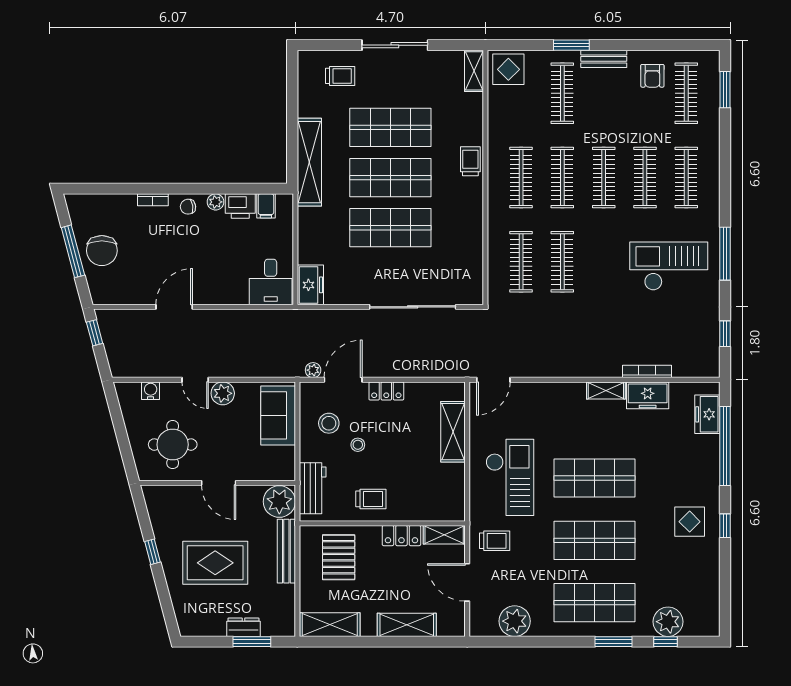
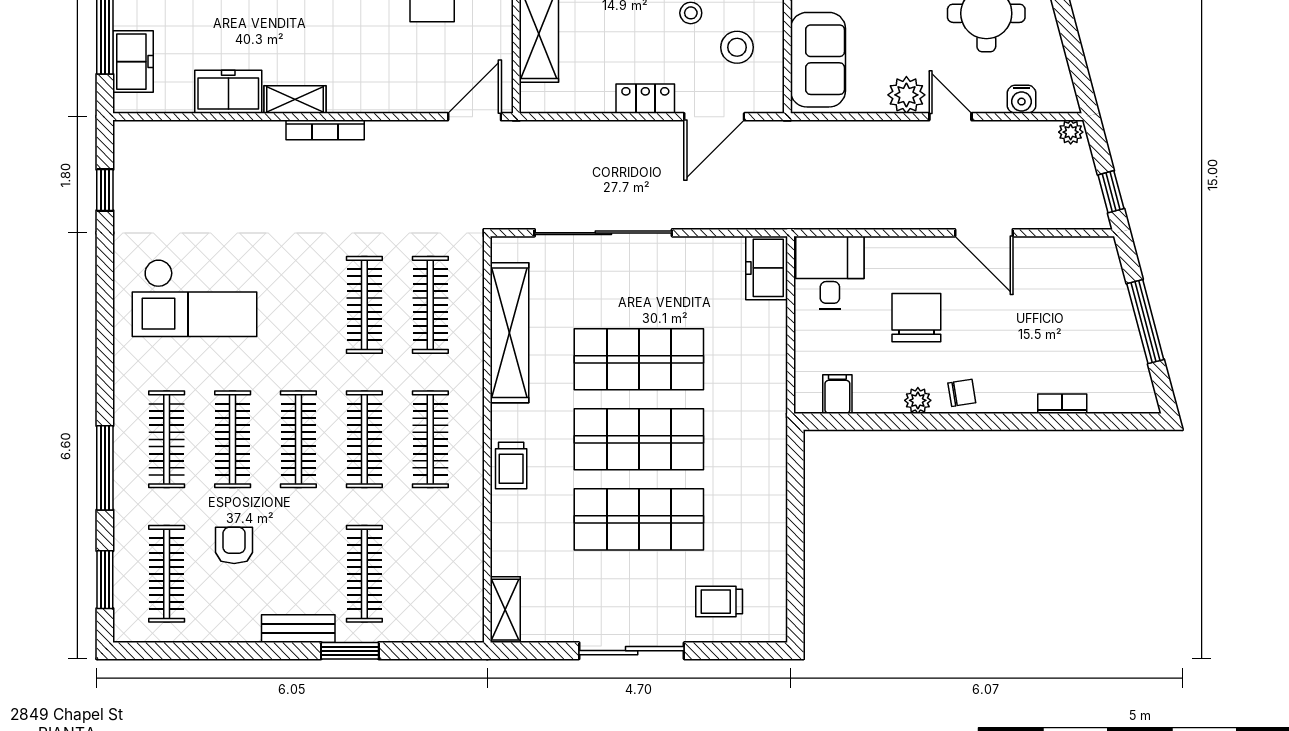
display table: (508, 69) -> (450, 612), removed
armchair: (652, 76) -> (234, 545), moved
shelving: (309, 162) -> (510, 333), moved
bookcase: (153, 200) -> (1062, 404), moved
printer: (240, 206) -> (878, 394), removed
chair: (102, 251) -> (916, 318), moved
window: (725, 254) -> (105, 468), moved
door: (174, 307) -> (984, 233), hinge flipped
plant: (313, 370) -> (1071, 132), moved
bookcase: (647, 371) -> (325, 130), moved

